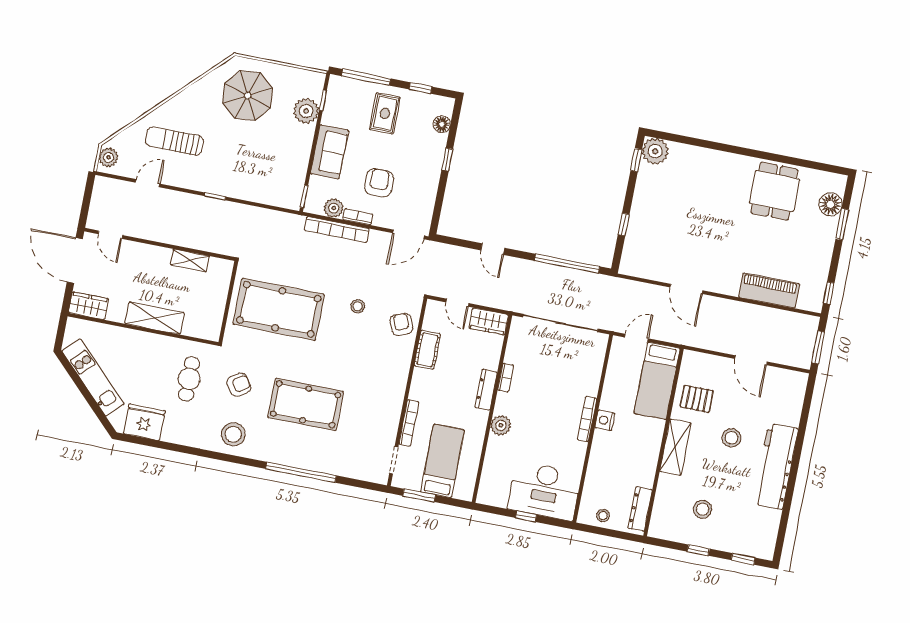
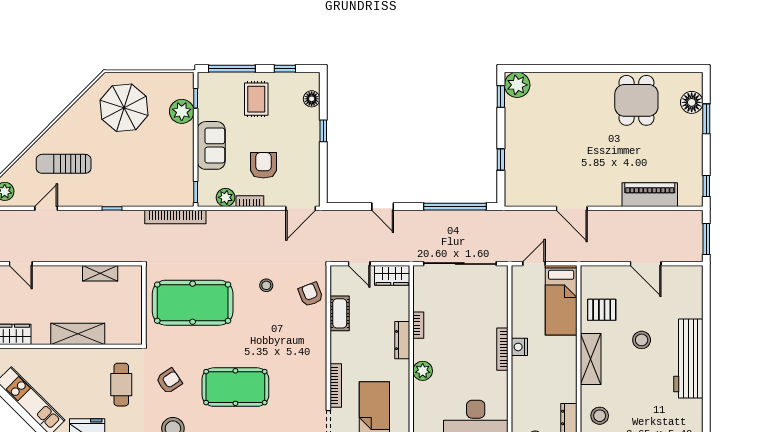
bookcase: (337, 229) -> (175, 217), moved
stool: (703, 509) -> (600, 416), moved

